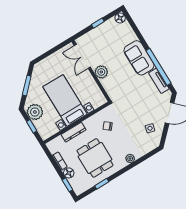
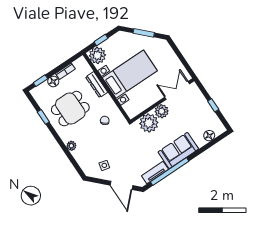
floor lamp: (120, 18) -> (209, 136), moved
plant: (112, 85) -> (149, 123), added
plant: (35, 112) -> (97, 55), moved

